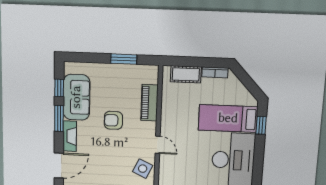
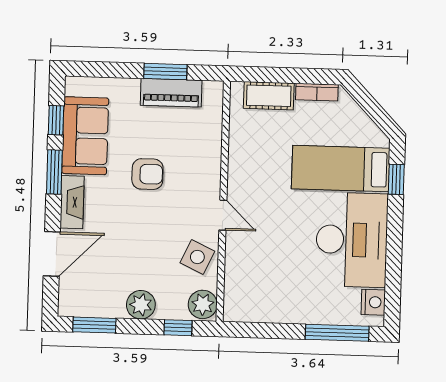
piano: (149, 103) -> (171, 93), moved, turned -90
armchair: (113, 120) -> (147, 174), turned 180

